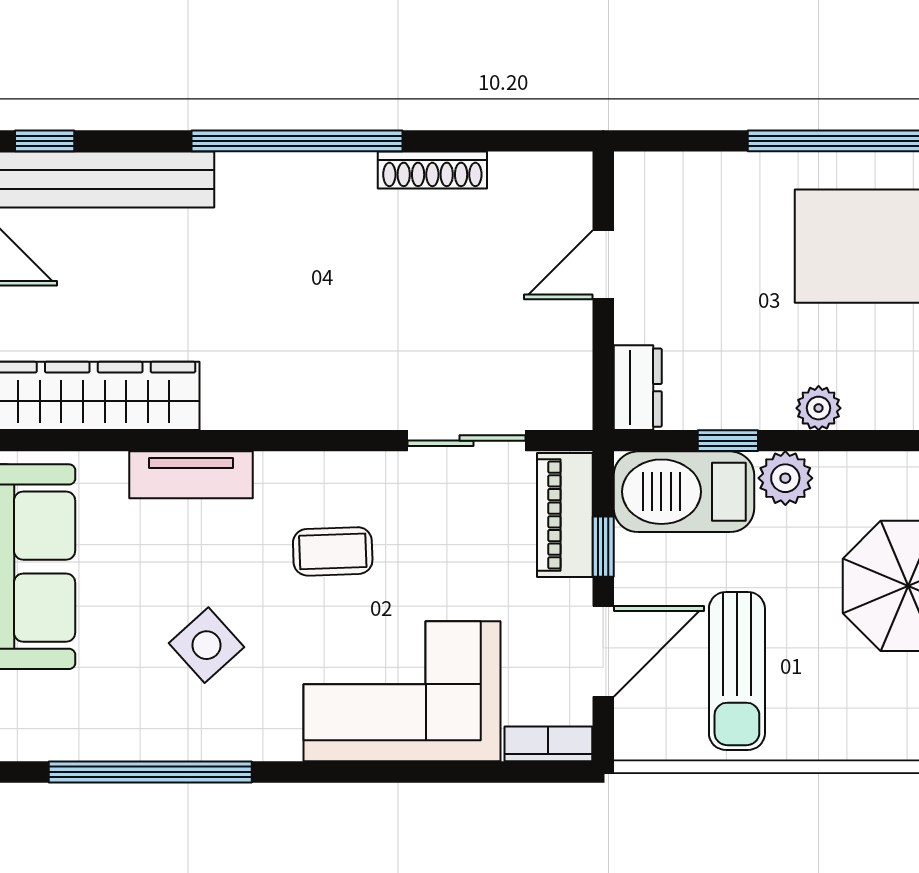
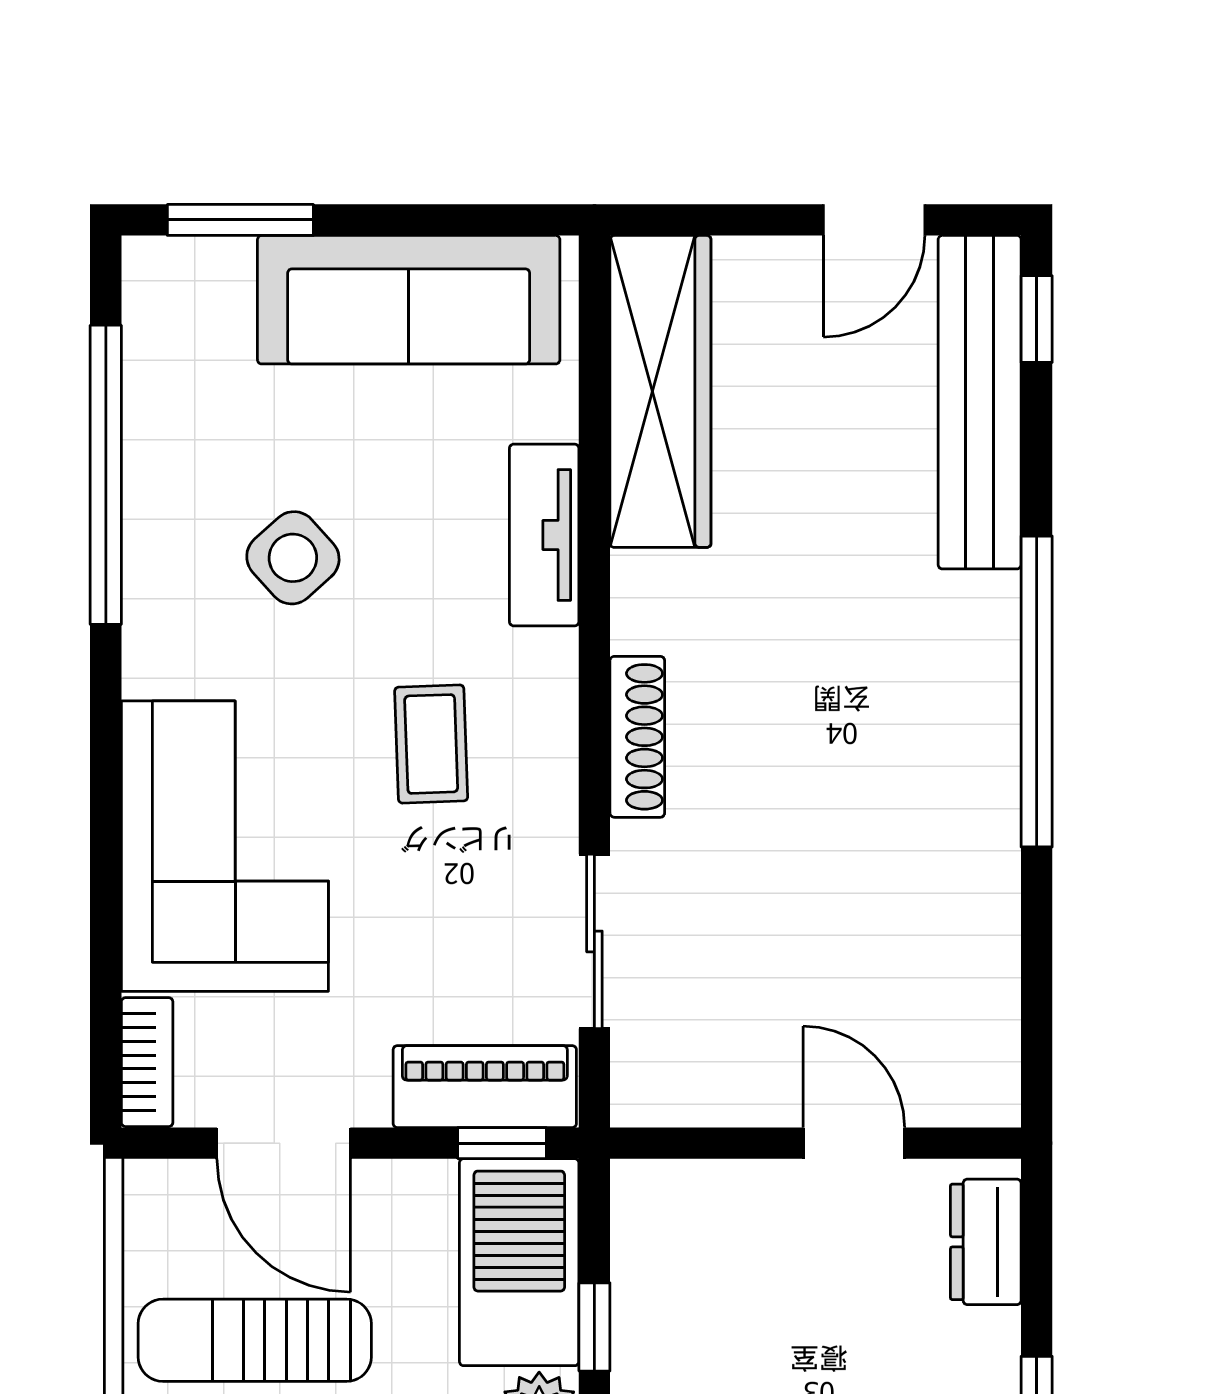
shoe rack: (432, 170) -> (637, 737), moved, turned 180
dresser: (638, 388) -> (986, 1242), moved, turned 90
window: (603, 547) -> (502, 1143), moved

